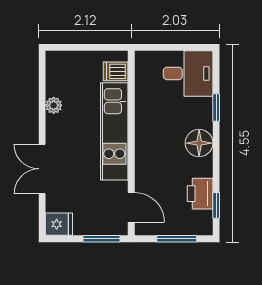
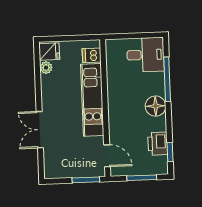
plant: (54, 105) -> (46, 68), moved
window: (216, 107) -> (167, 79), width x2.17
fridge: (59, 224) -> (49, 52), moved

